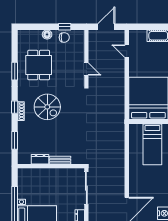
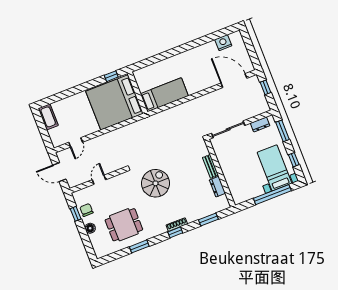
door: (86, 69) -> (99, 180), moved
spiral stairs: (47, 107) -> (156, 183), moved
bed: (152, 144) -> (164, 95), moved

